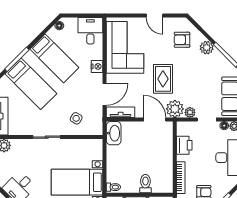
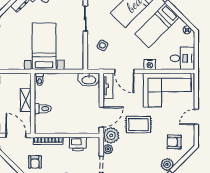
armchair: (182, 40) -> (174, 142), turned -89

